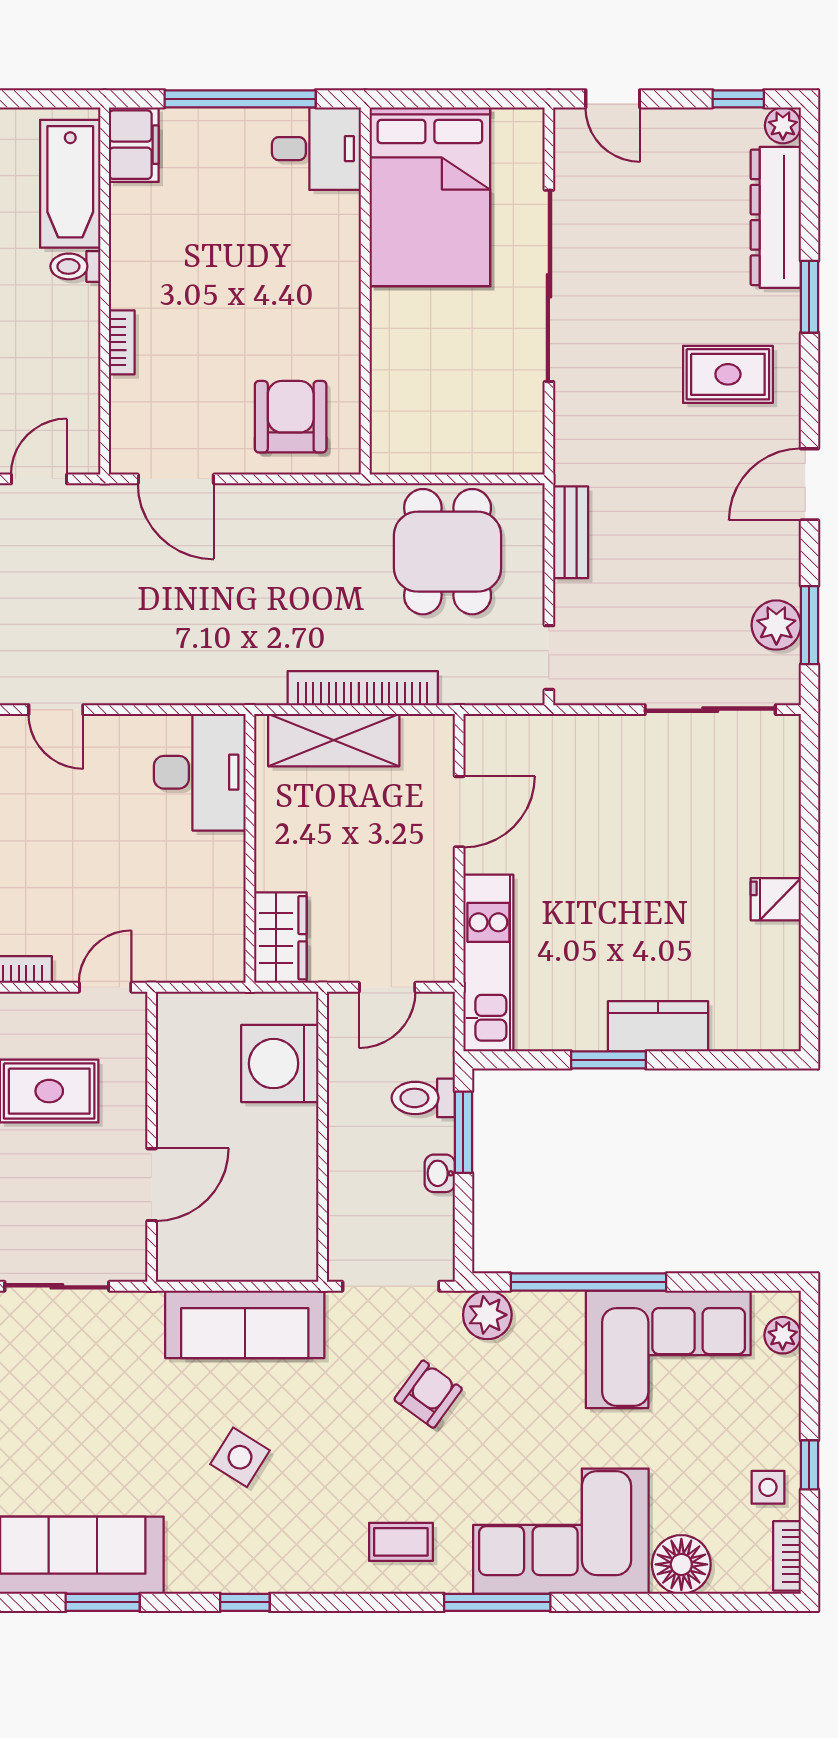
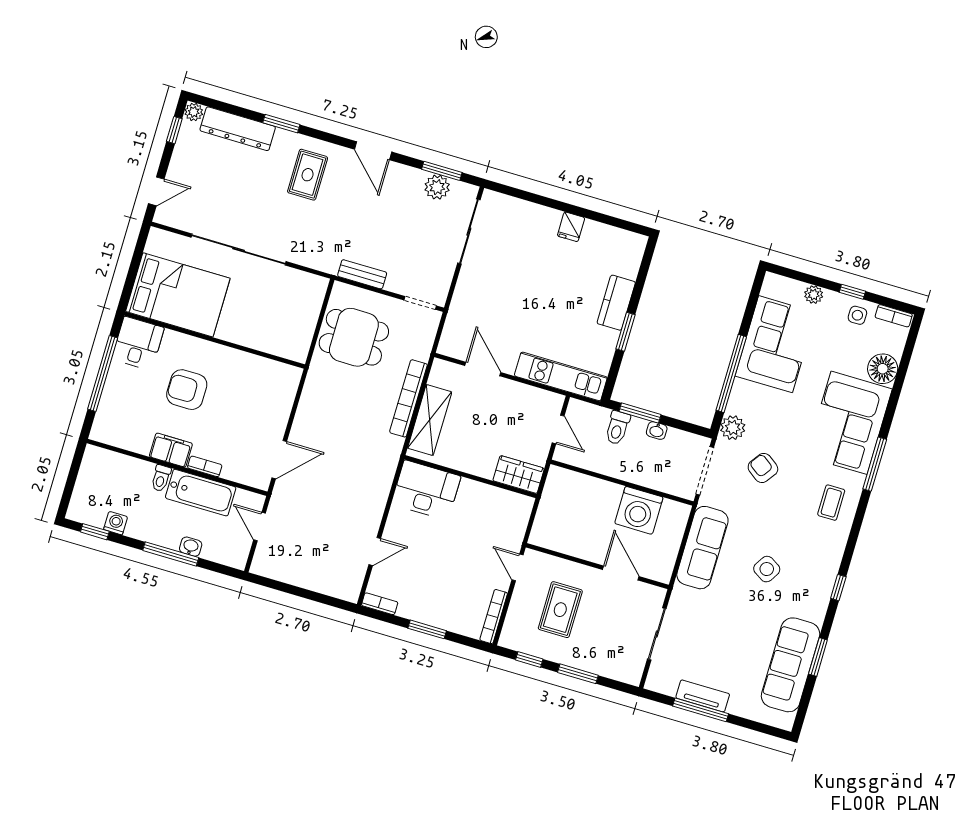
filing cabinet: (134, 145) -> (171, 450), moved
bathtub: (70, 184) -> (201, 493), moved
armchair: (291, 417) -> (187, 390), moved
washing machine: (280, 1064) -> (639, 510), moved
plant: (783, 1335) -> (814, 295), moved

